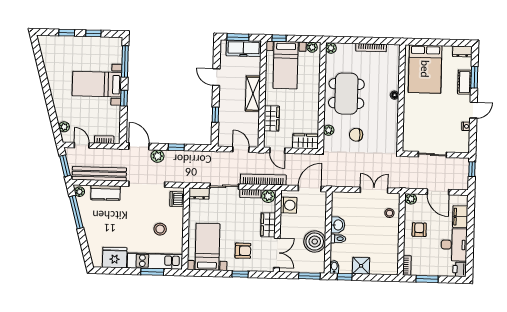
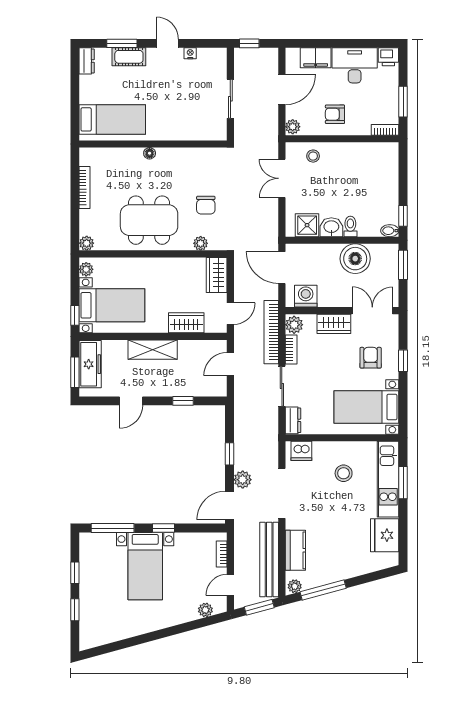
bed: (425, 69) -> (112, 119), width x0.67
shower: (361, 266) -> (307, 225), moved

